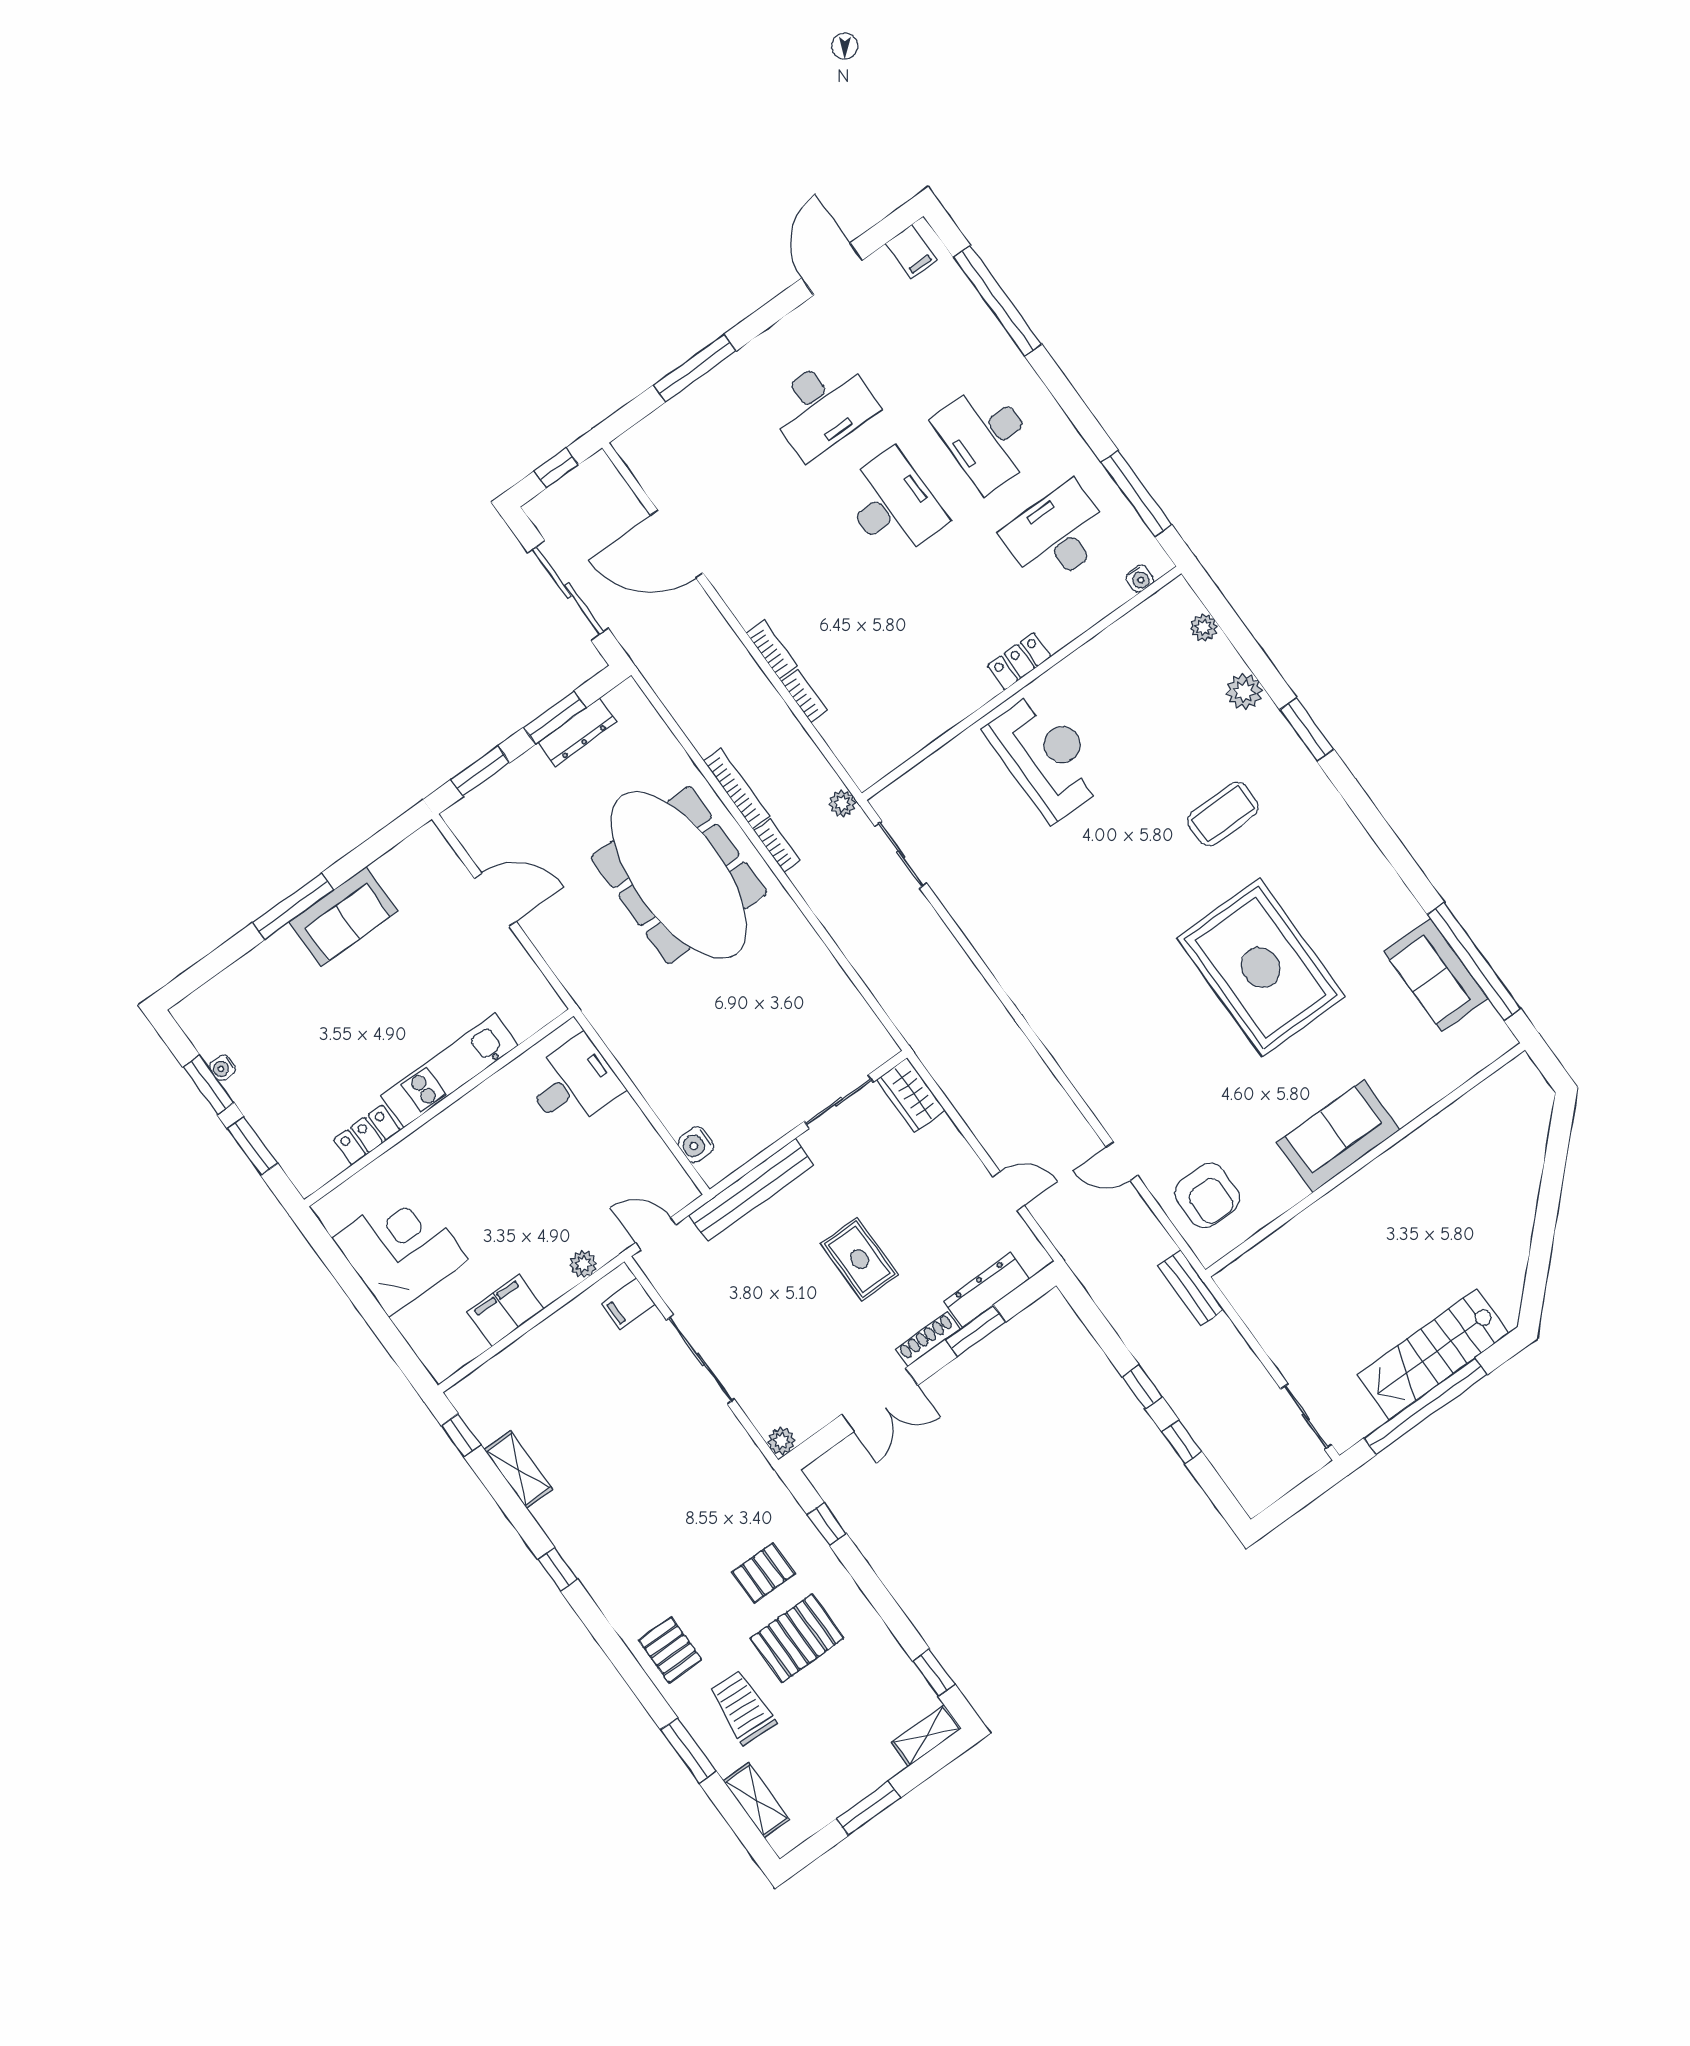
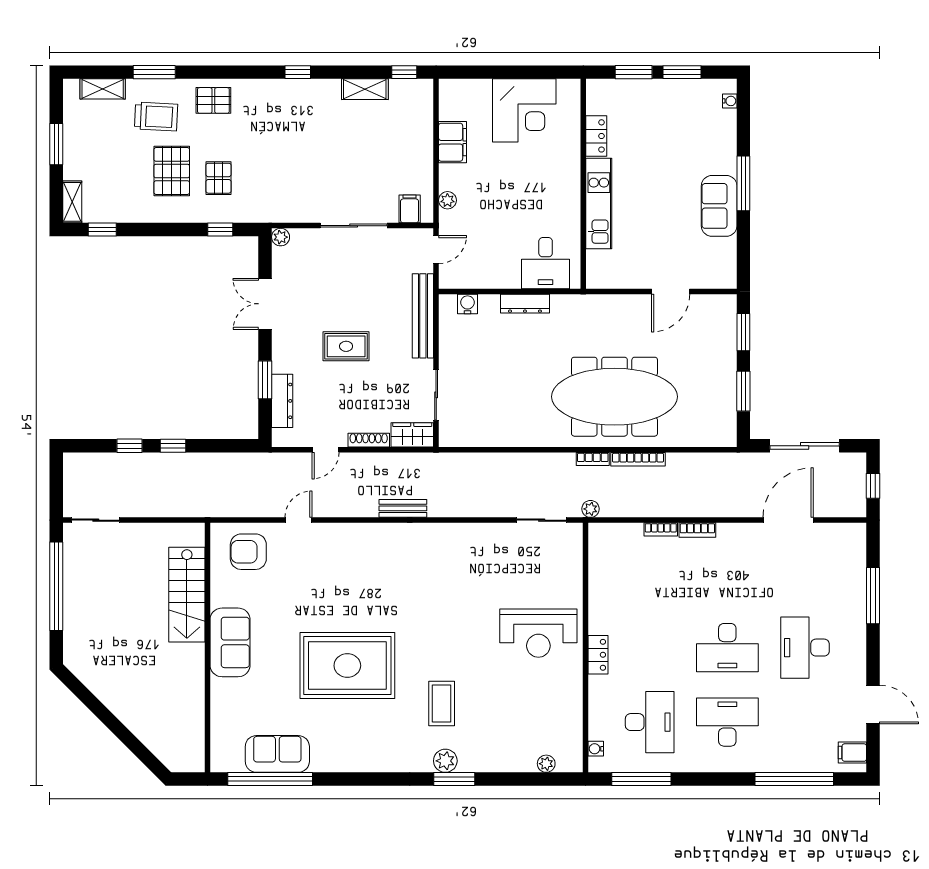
plant: (1244, 691) -> (445, 761), moved
dresser: (577, 732) -> (525, 304), moved, turned -90
water cooler: (222, 1068) -> (730, 101), moved, turned 90
bench: (1191, 1288) -> (403, 508), moved
shoe rack: (928, 1339) -> (369, 440), moved, turned -90
stairs: (1433, 1354) -> (187, 595), moved, turned 180

